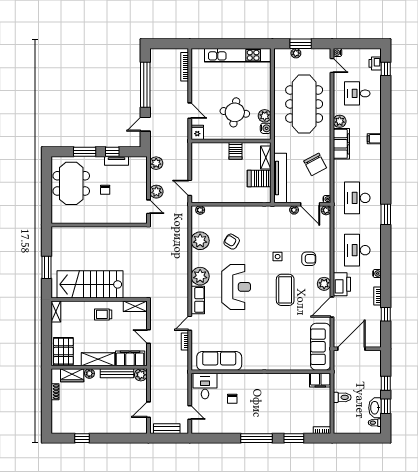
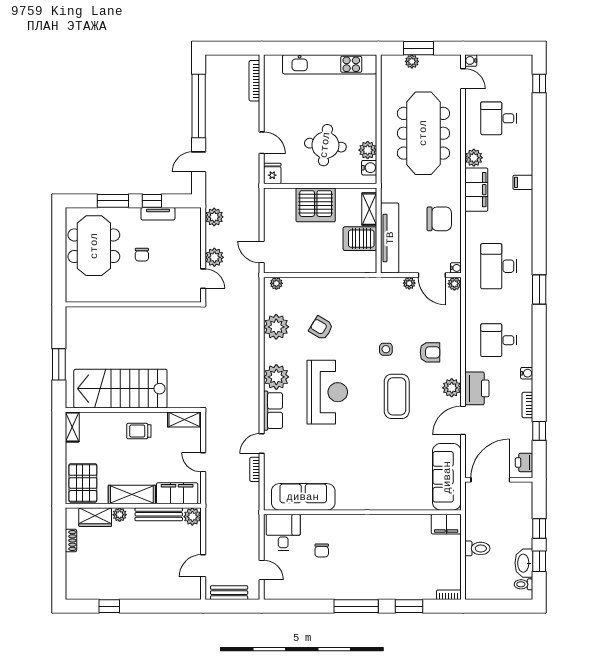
printer: (375, 63) -> (524, 462), moved
server rack: (235, 151) -> (316, 205), width x2.18, depth x1.44
chair: (315, 164) -> (439, 219), turned -62
desk: (357, 250) -> (499, 340), width x0.73

